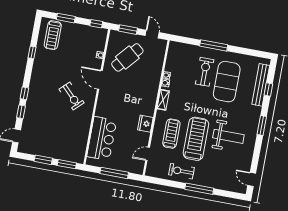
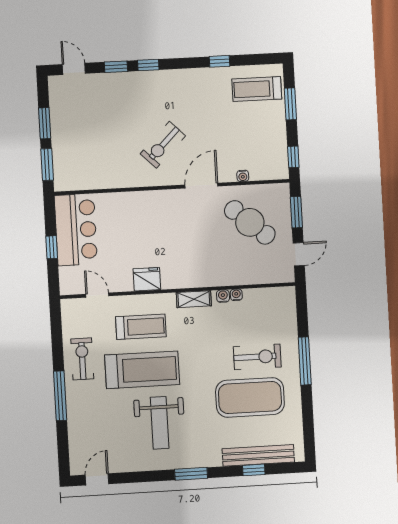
bar counter: (102, 138) -> (76, 230), moved, turned -90
window: (114, 173) -> (52, 247), width x0.46

